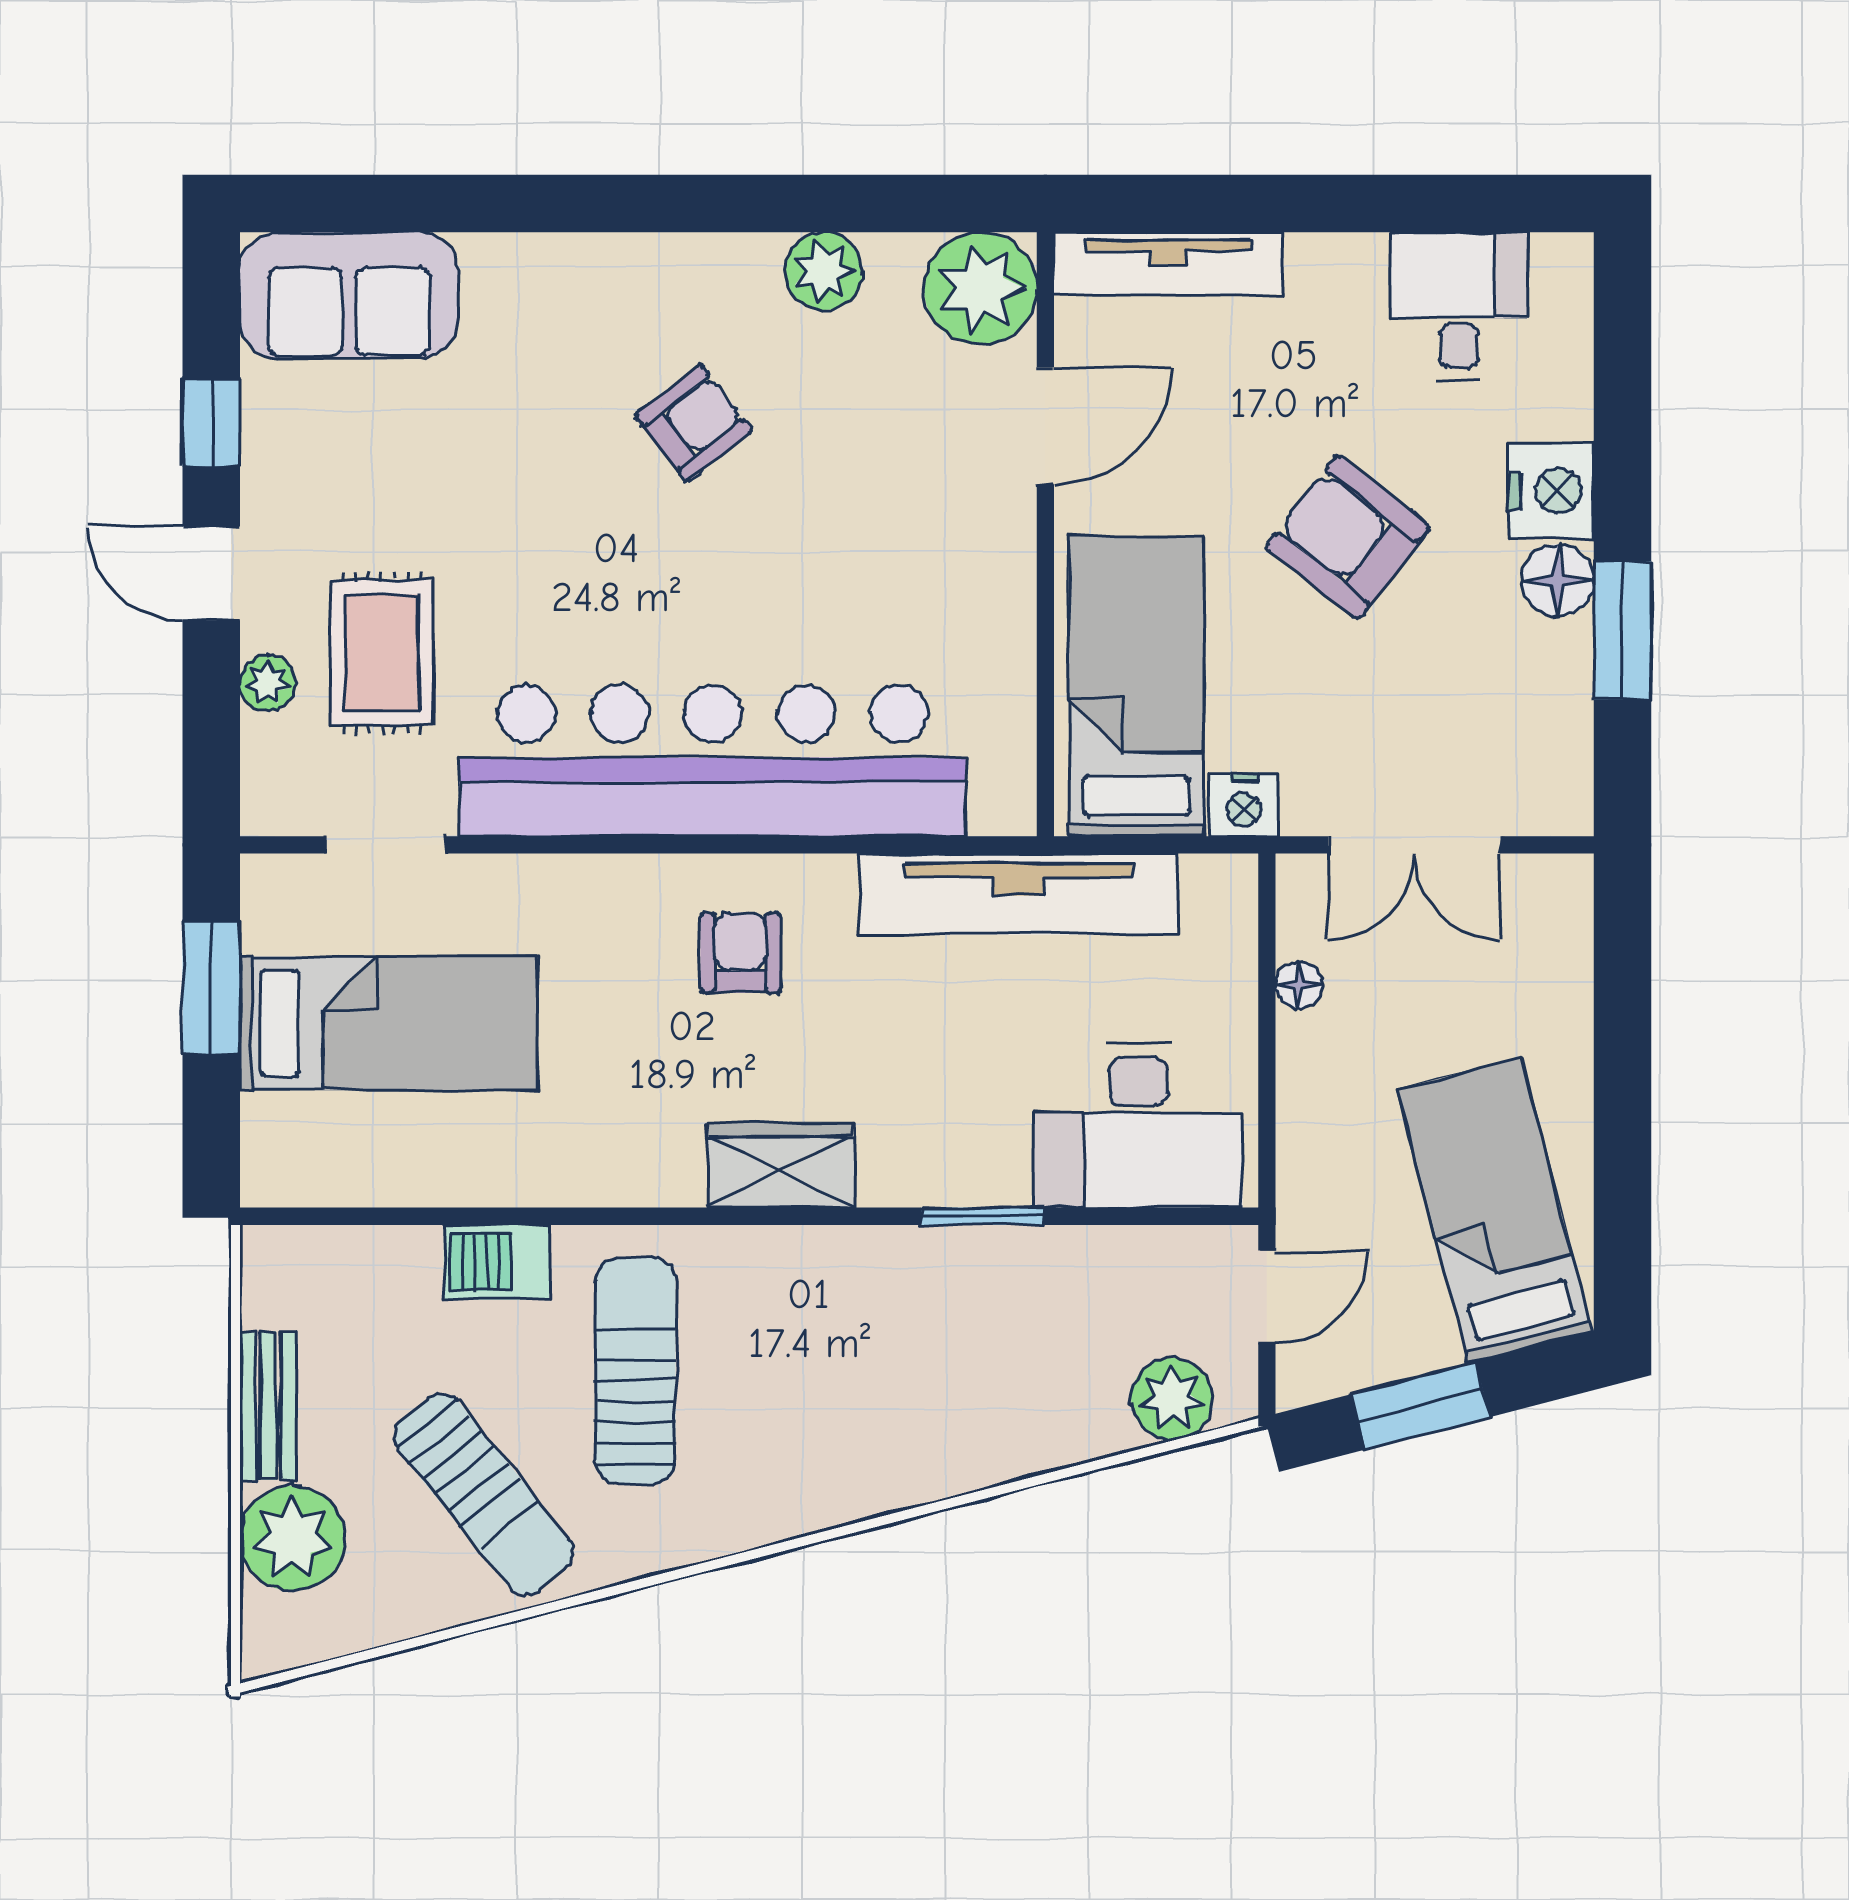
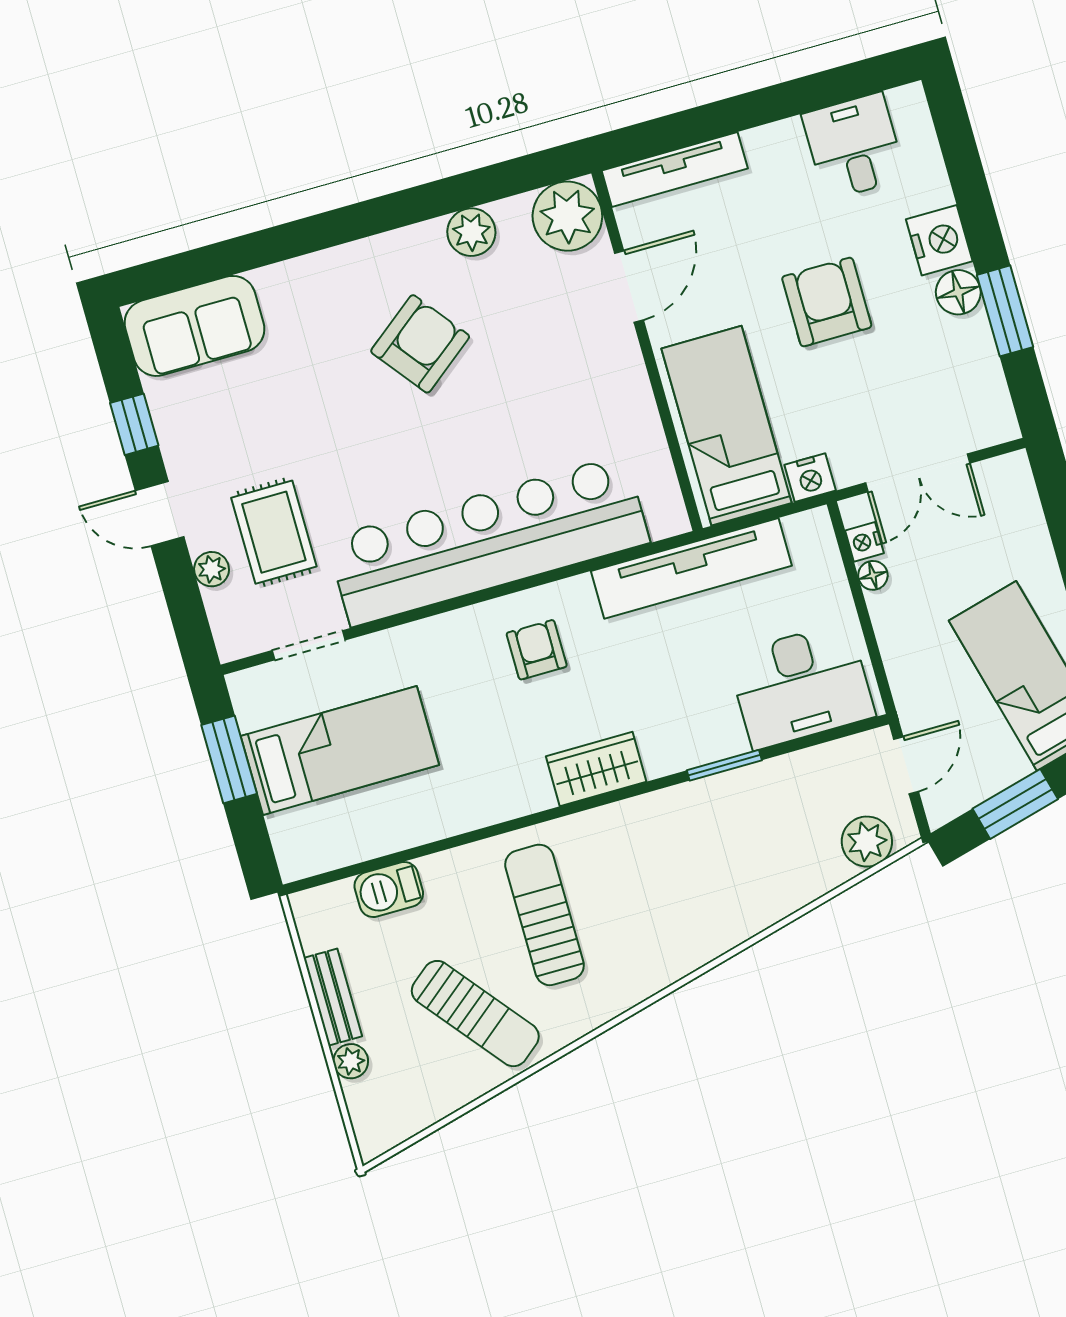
armchair: (694, 423) -> (420, 344), width x1.38, depth x1.38
armchair: (1348, 537) -> (827, 302), turned 52
nightstand: (1301, 929) -> (864, 542), added
barbecue: (497, 1262) -> (389, 890), moved
plant: (292, 1538) -> (351, 1061), width x0.53, depth x0.53

